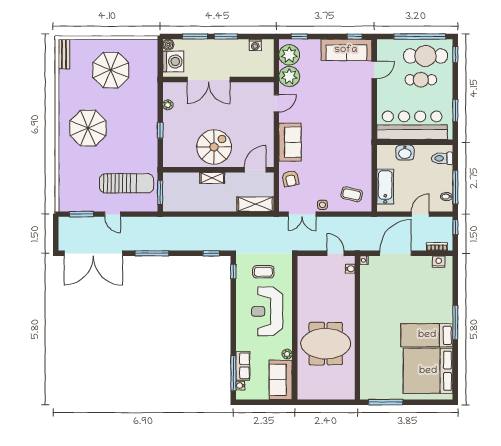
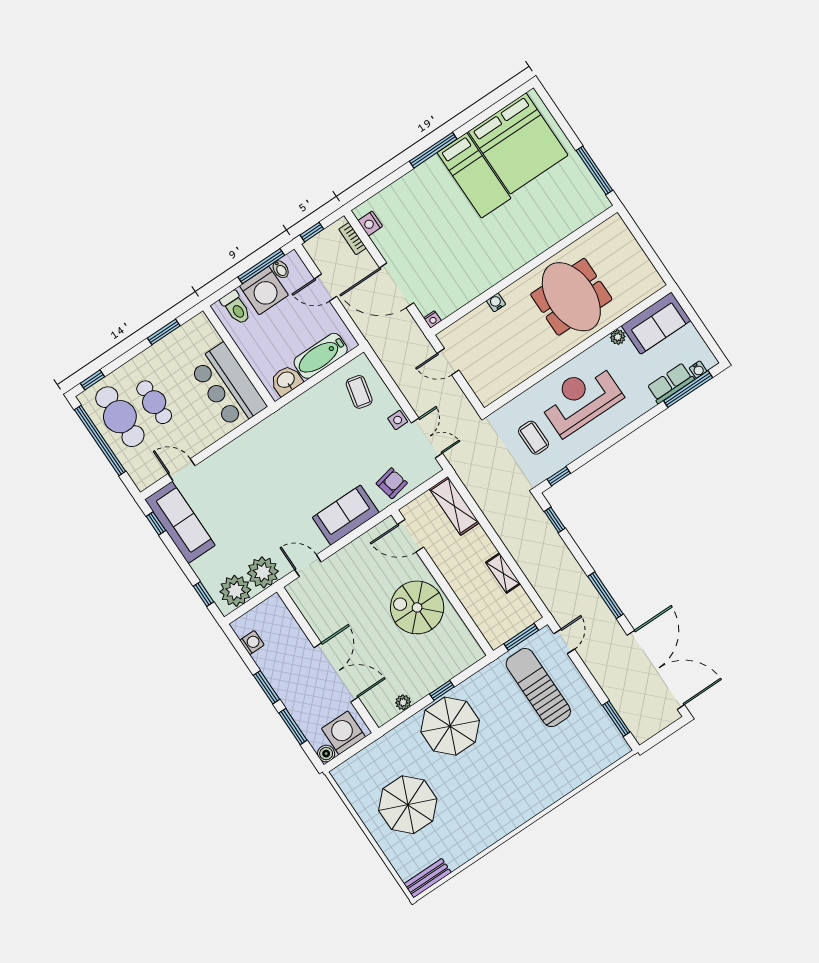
bar counter: (412, 125) -> (228, 386), width x0.73
parasol: (88, 128) -> (450, 726), moved
washbasin: (405, 153) -> (286, 380), moved, turned -90
shelving: (212, 178) -> (503, 573), moved
washing machine: (441, 180) -> (264, 291), added
door: (113, 214) -> (564, 641), moved
door: (336, 253) -> (448, 362), hinge flipped
water cooler: (350, 269) -> (496, 302), moved
reception desk: (267, 311) -> (581, 399), turned 180

